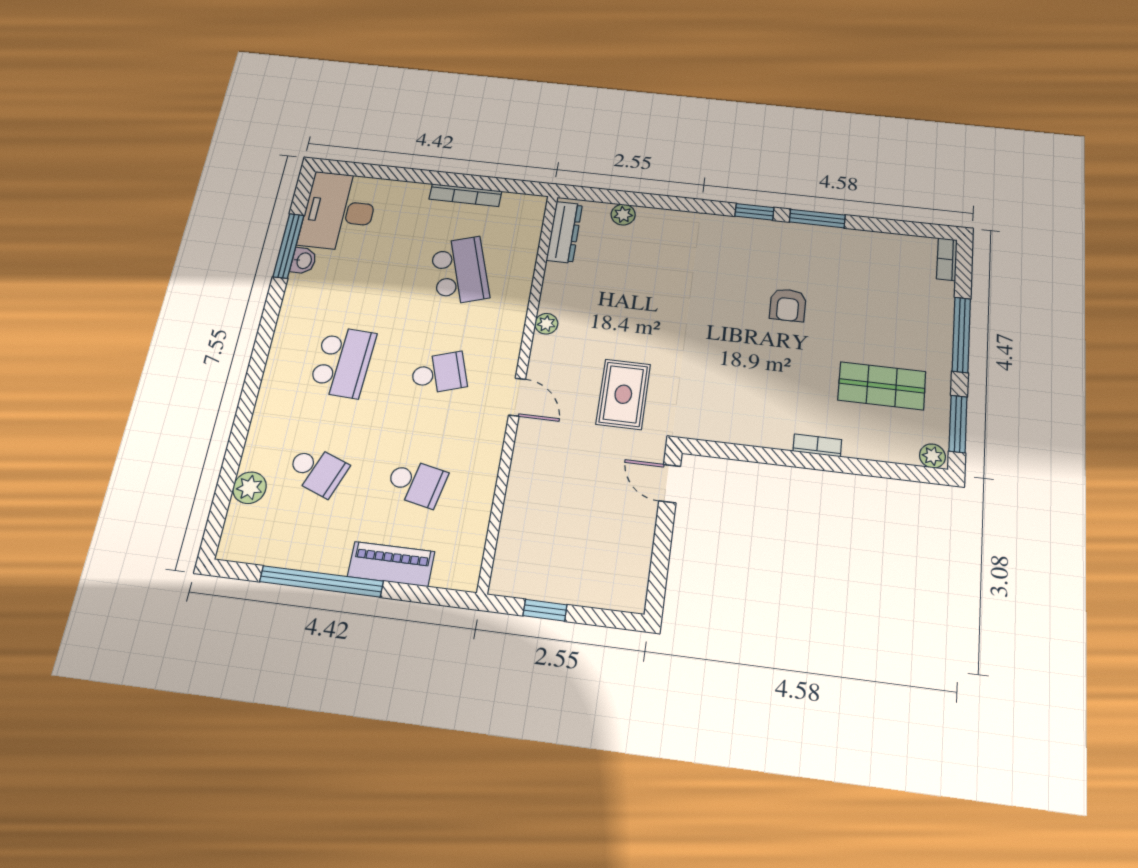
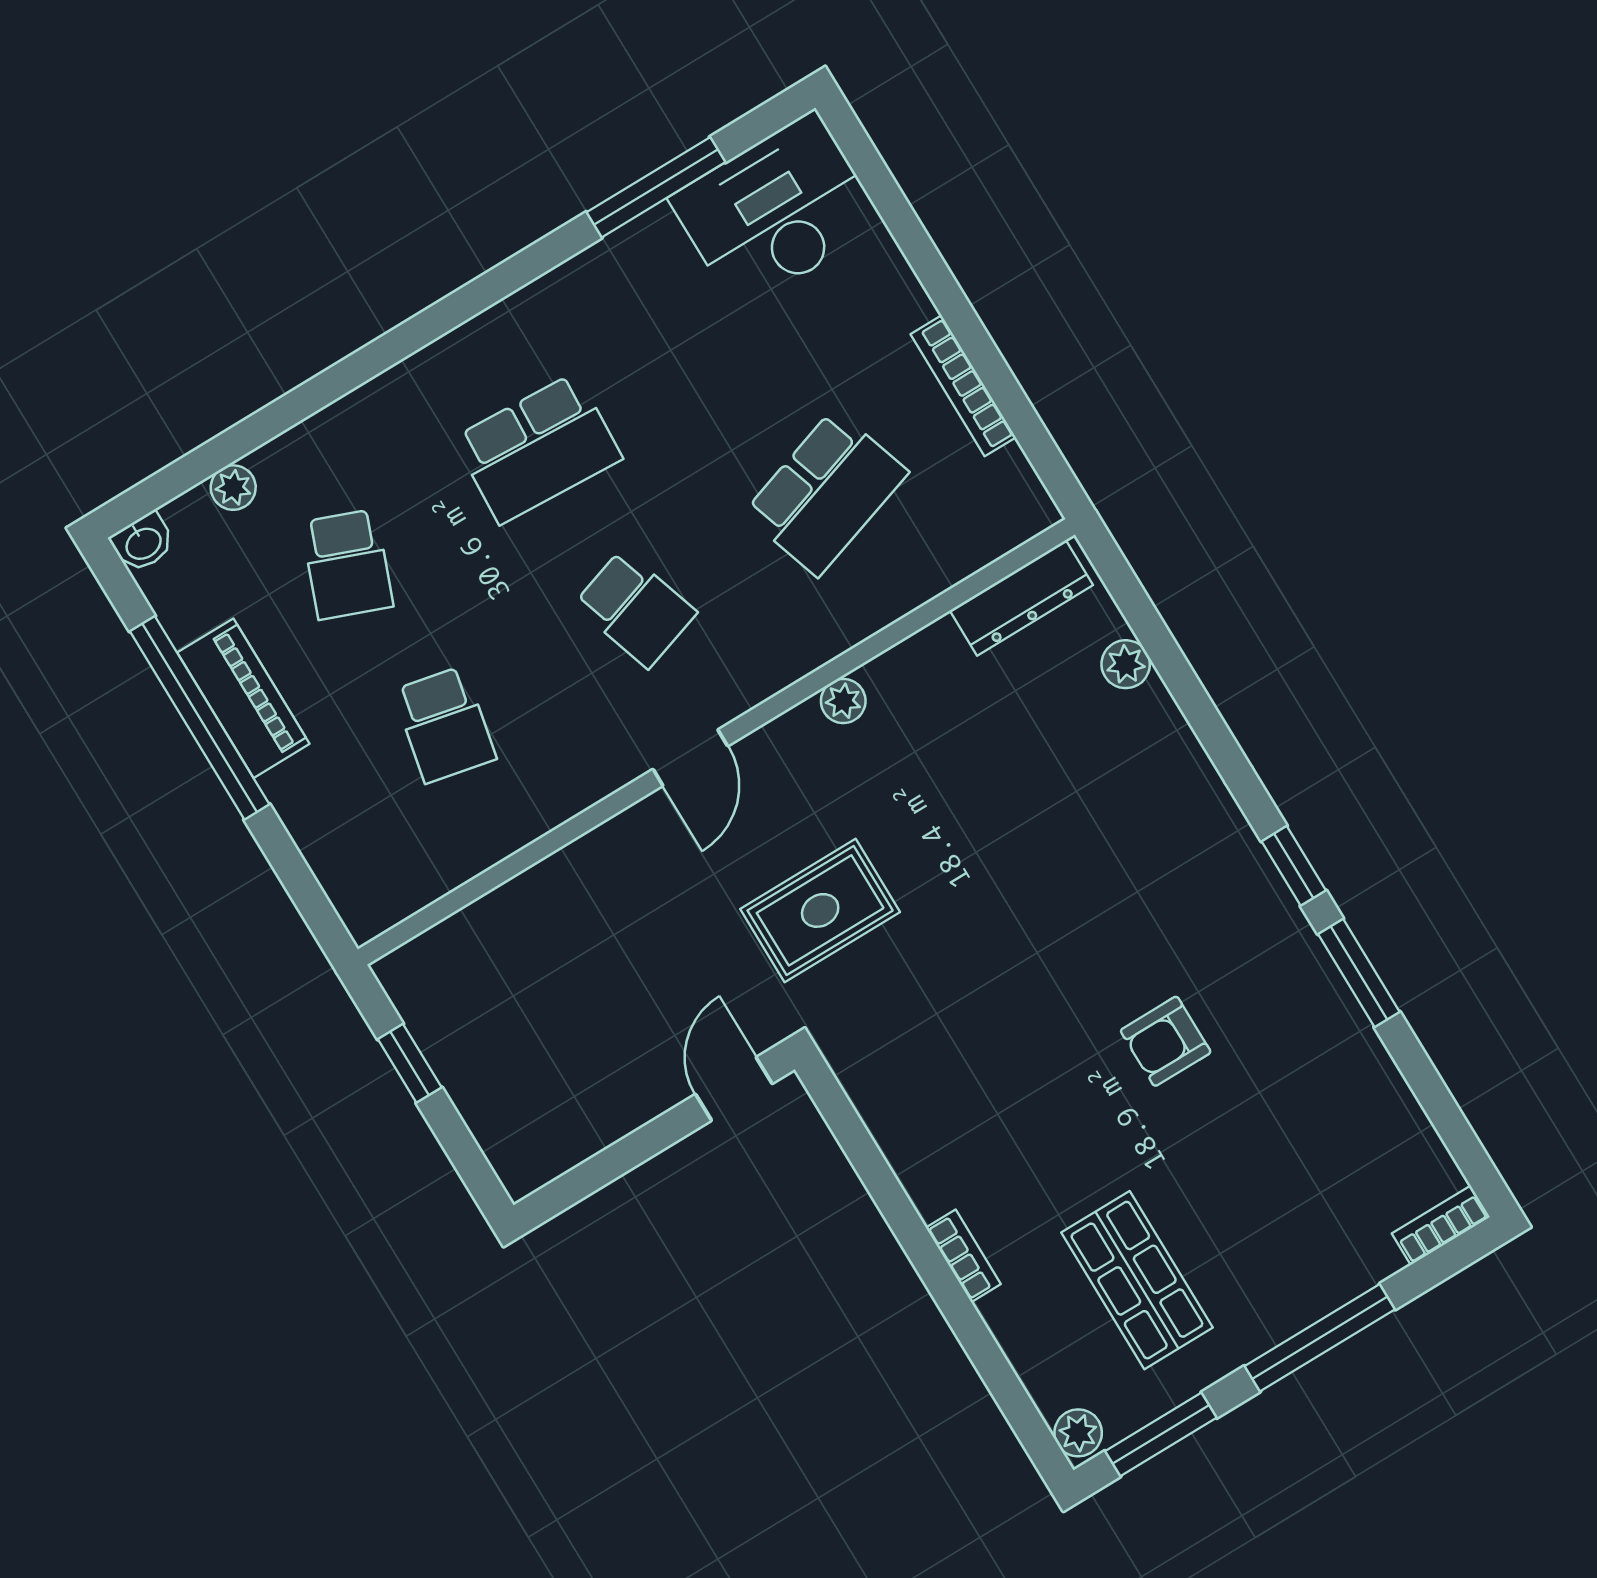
washbasin: (303, 261) -> (143, 543), moved
plant: (250, 488) -> (233, 488), width x0.73, depth x0.73
piano: (391, 564) -> (243, 698), moved

